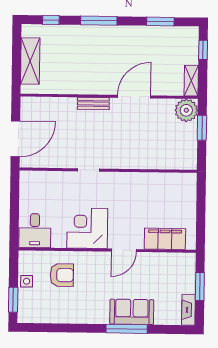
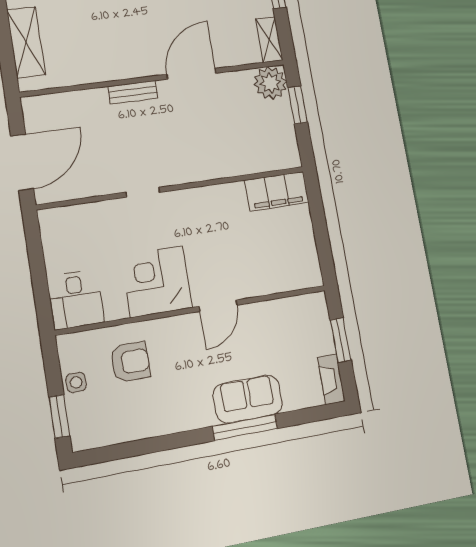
filing cabinet: (165, 239) -> (277, 191), moved, turned 180

